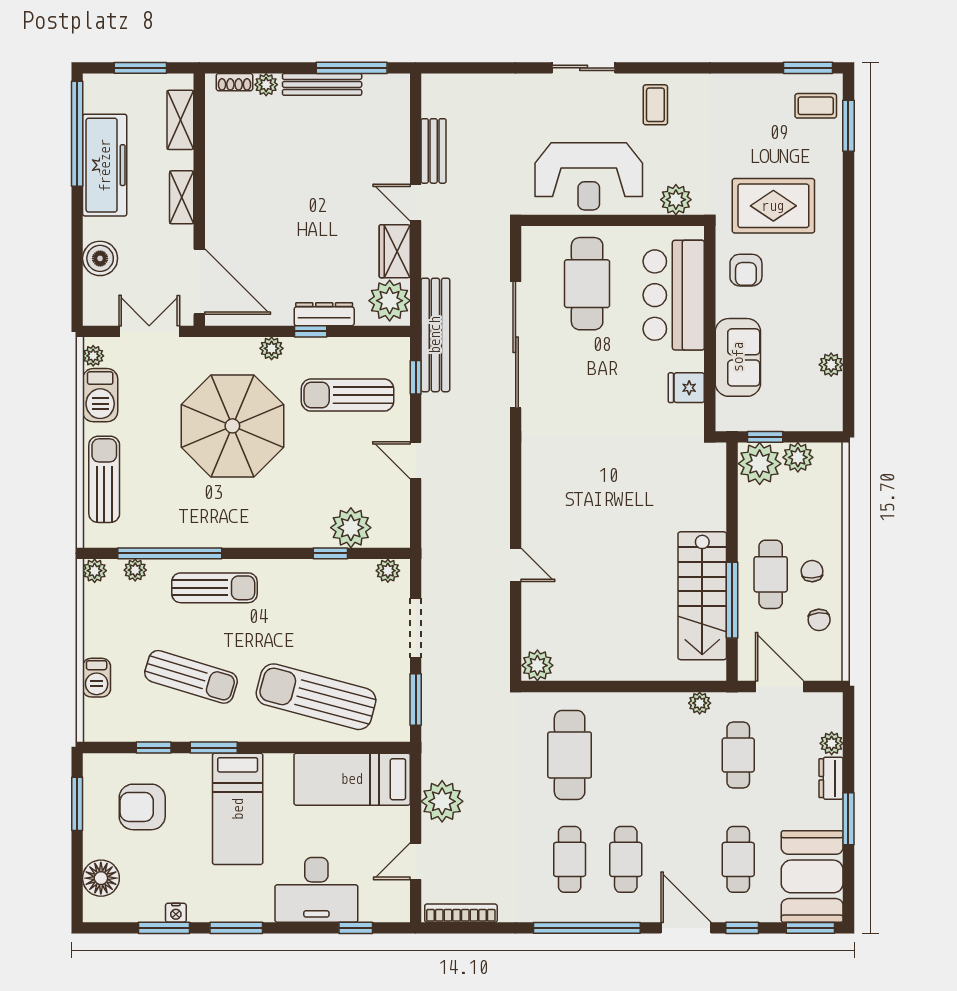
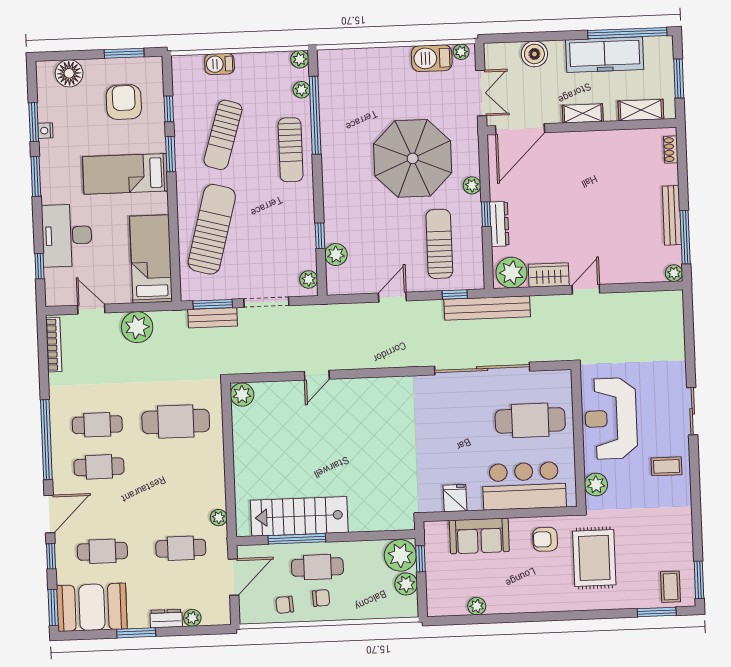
plant: (266, 85) -> (674, 273), moved
bench: (434, 151) -> (213, 318), moved
sun lounger: (104, 479) -> (369, 64), removed
plant: (351, 528) -> (336, 255), width x0.73, depth x0.73

